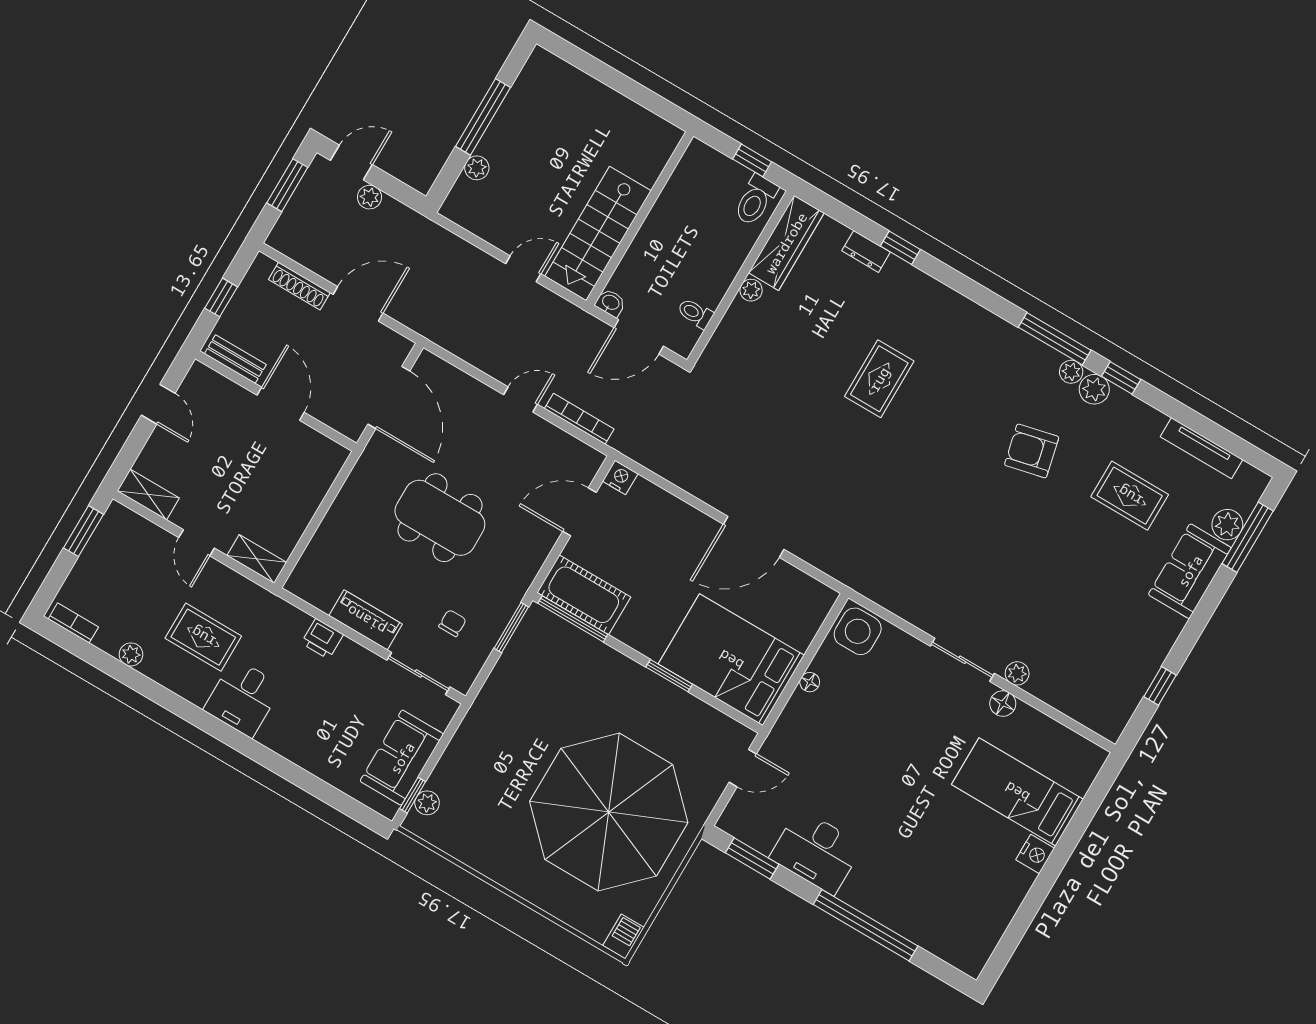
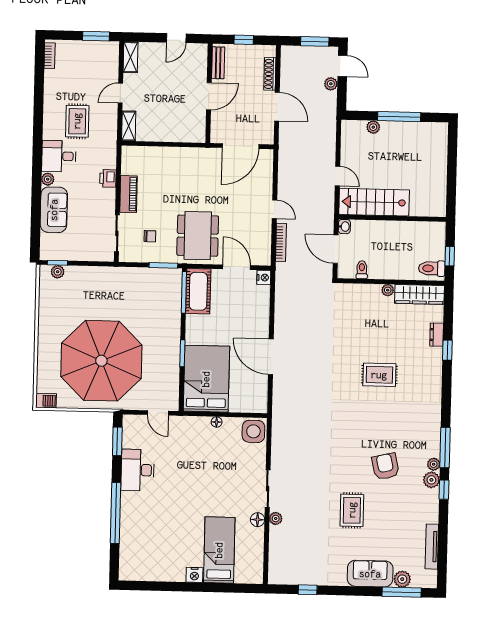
rug: (1130, 496) -> (352, 510), moved
dining table: (440, 518) -> (198, 236), moved
plant: (131, 654) -> (48, 179), moved
sofa: (402, 758) -> (54, 210), moved, turned 90

